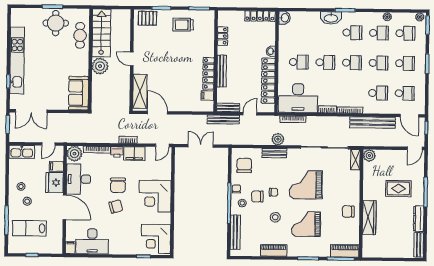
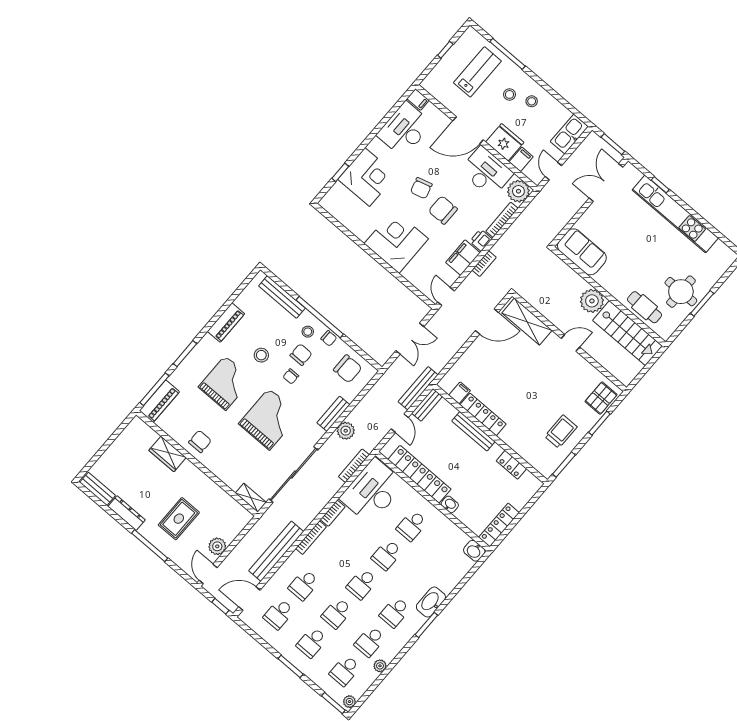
plant: (369, 156) -> (217, 546), moved
wardrobe: (369, 217) -> (167, 454), width x0.67
corner desk: (156, 239) -> (367, 177), moved, turned 90

